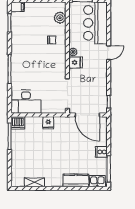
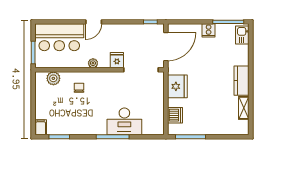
door: (109, 53) -> (94, 22), swing flipped
fridge: (76, 63) -> (117, 60), moved
desk: (26, 102) -> (124, 121), moved, turned 90
dishwasher: (18, 123) -> (175, 115), moved
fridge: (48, 123) -> (177, 86), width x1.88, depth x1.34
kitchen counter: (76, 180) -> (242, 81), moved

